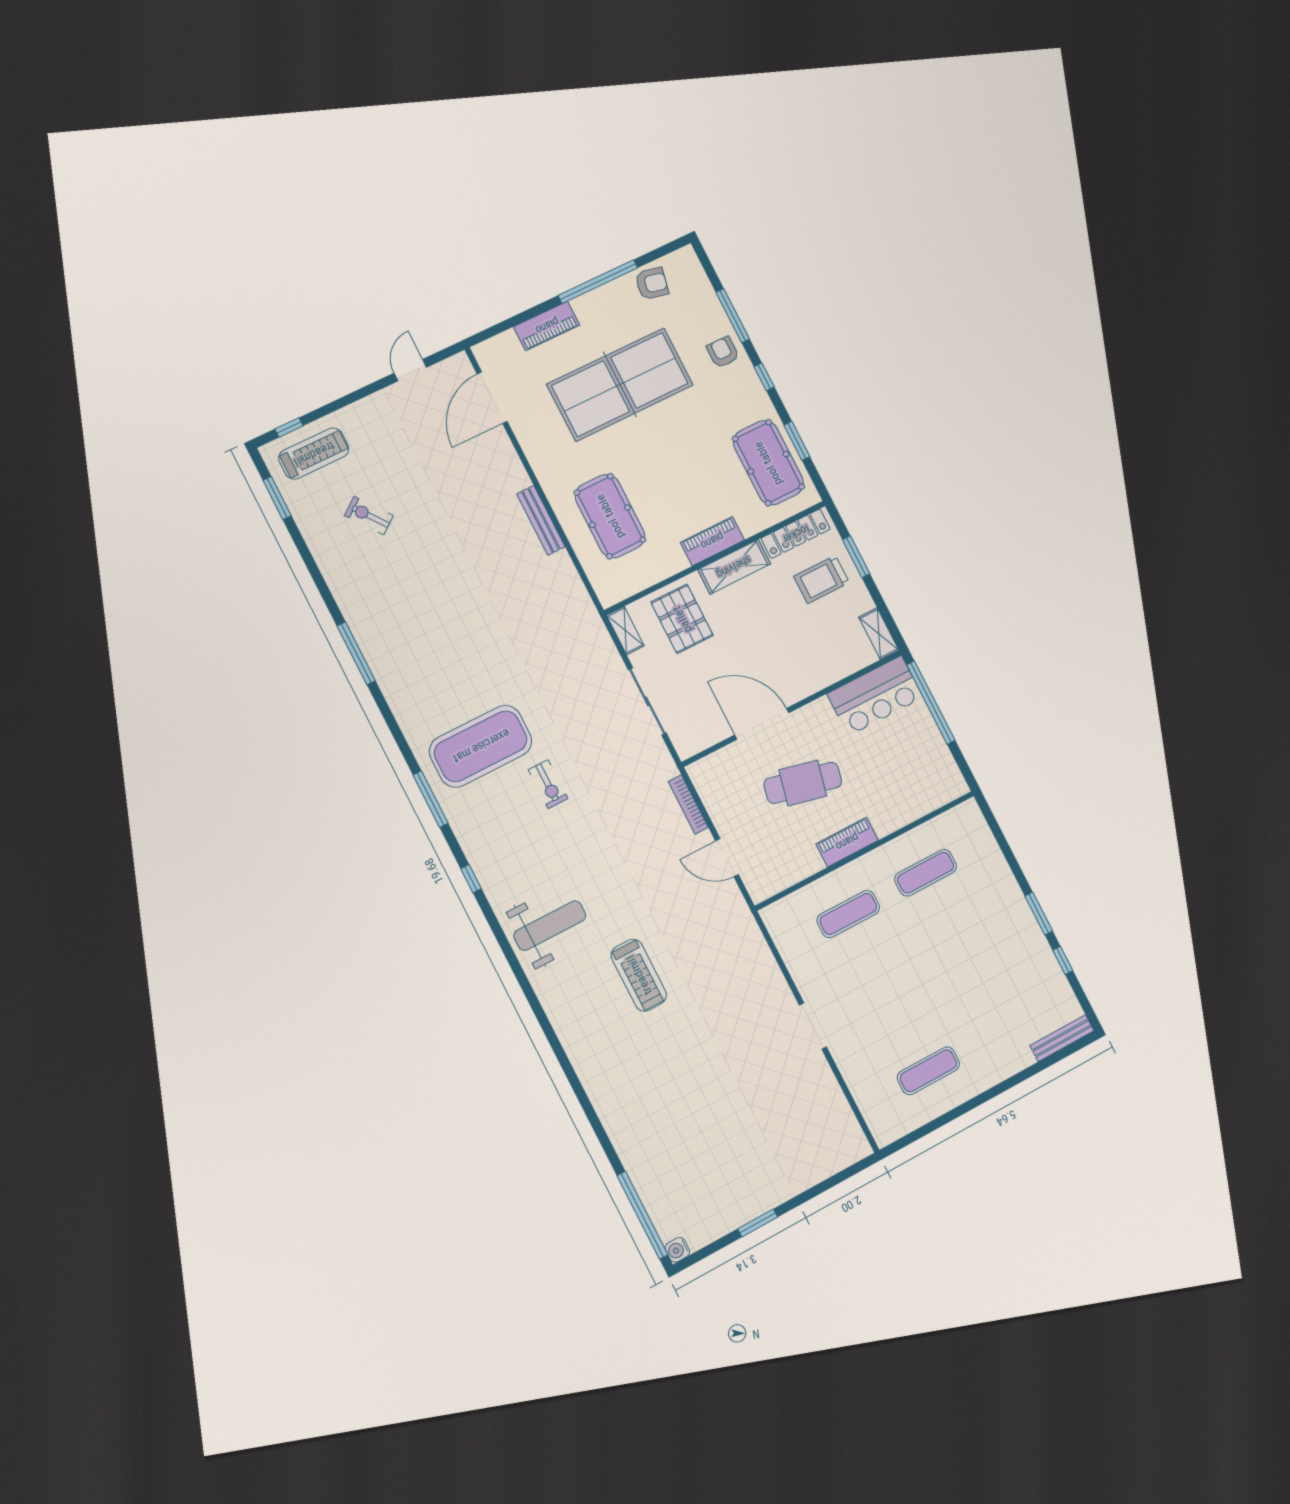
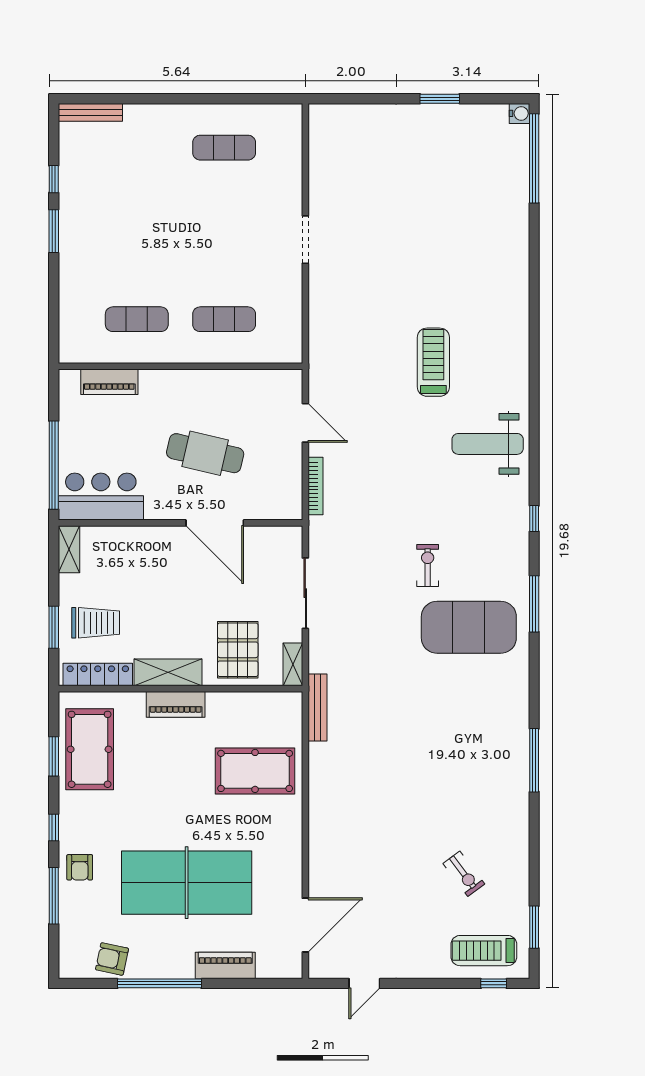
pool table: (610, 516) -> (255, 771), turned 90
bench: (541, 520) -> (317, 707), moved
piano: (847, 842) -> (109, 382), moved

